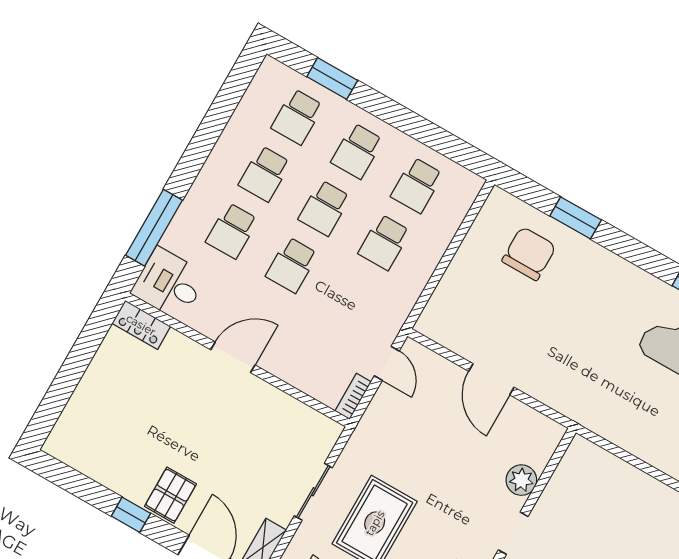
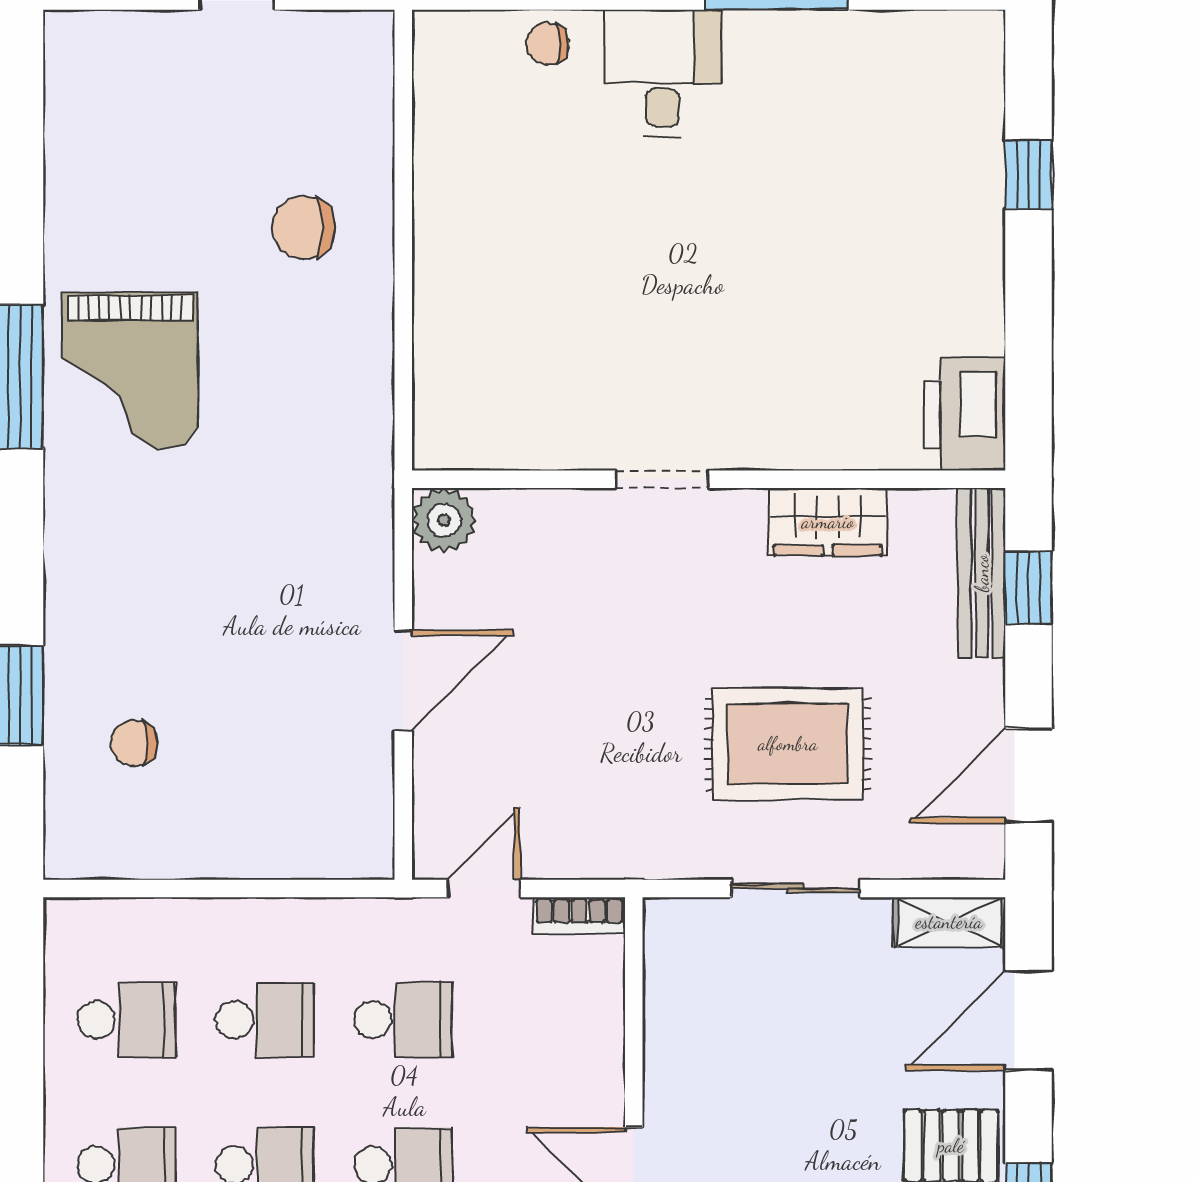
chair: (529, 254) -> (134, 743), width x0.54, depth x0.54
school desk: (352, 299) -> (403, 1020), added
plant: (521, 480) -> (444, 520), moved

